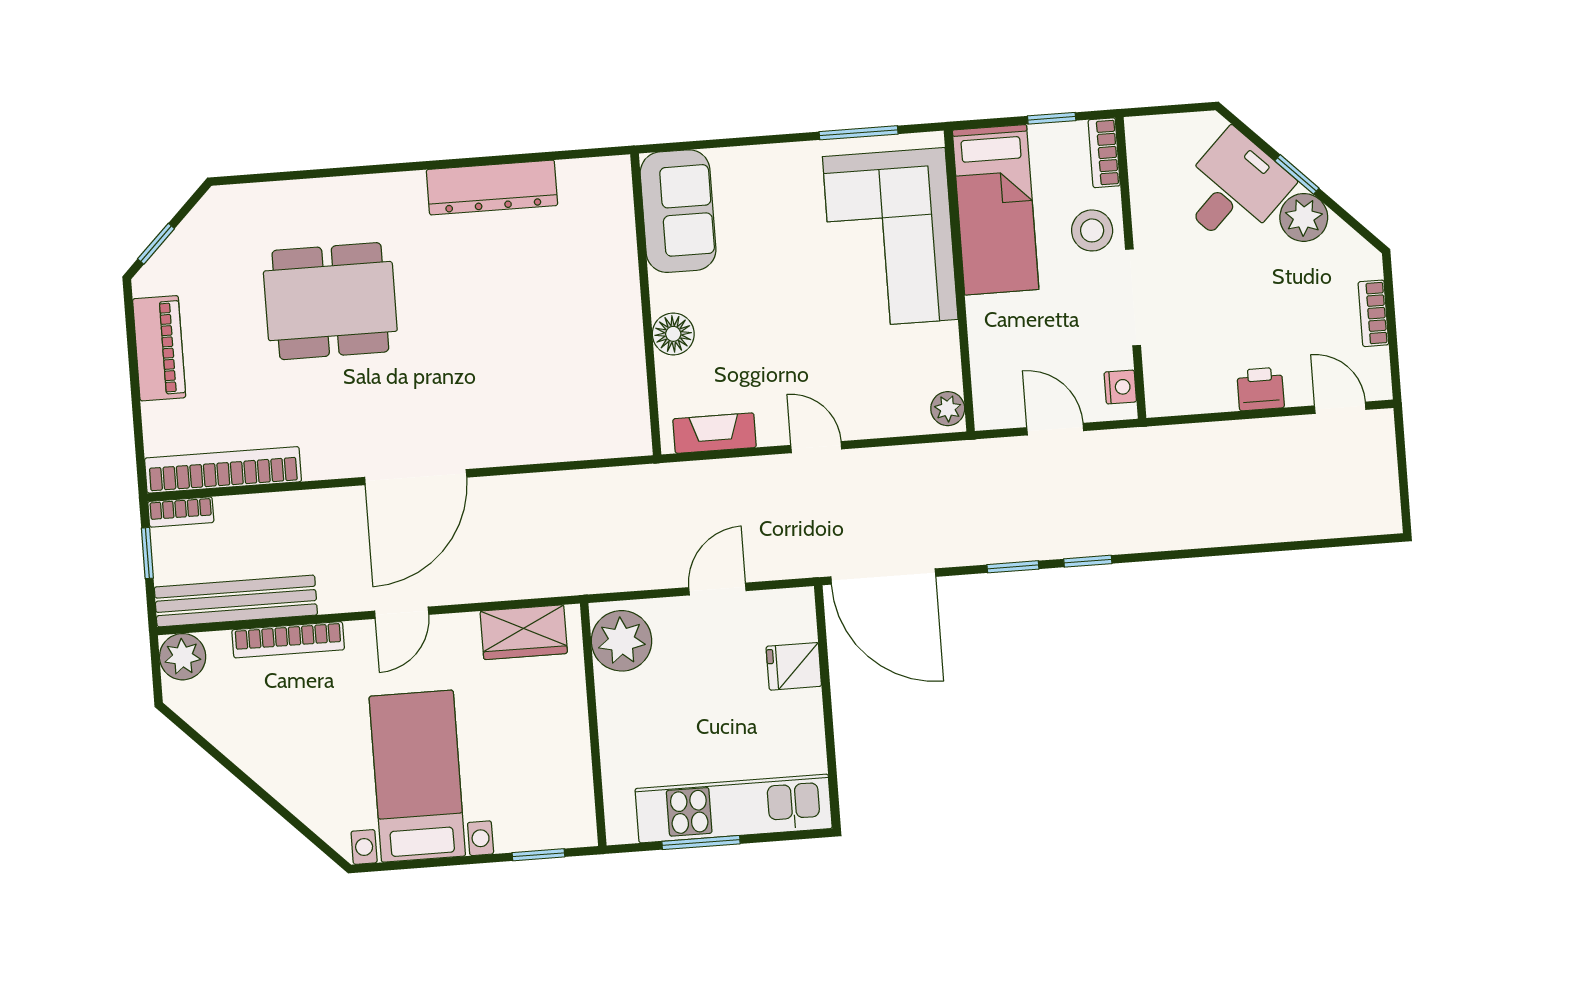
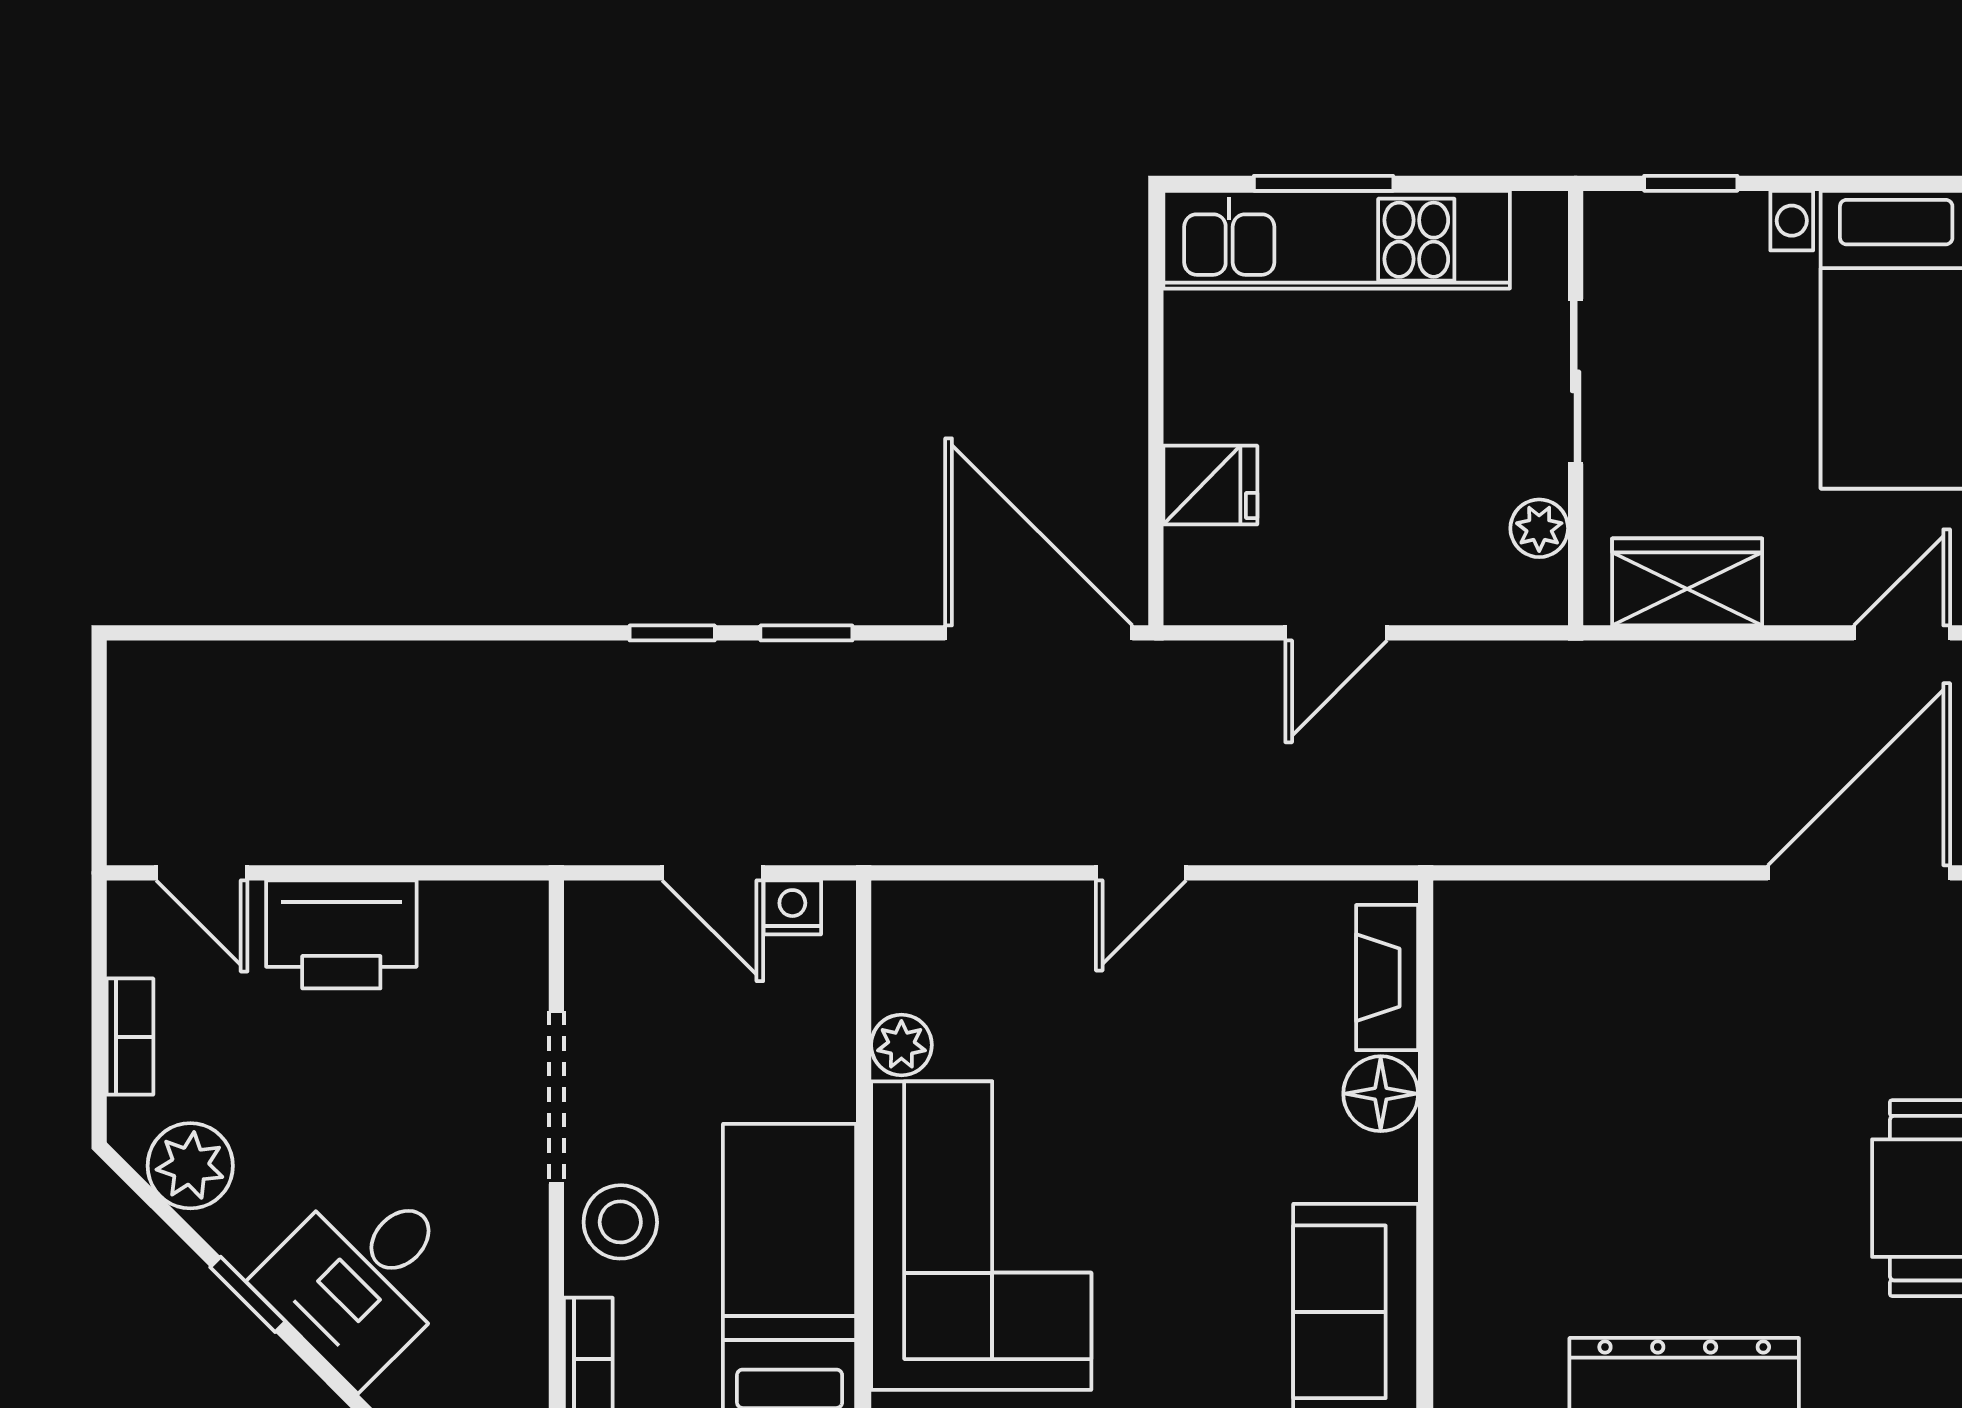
plant: (1304, 217) -> (190, 1166), moved
nightstand: (1120, 387) -> (792, 907), moved, turned 90
printer: (1261, 389) -> (341, 934), width x1.87, depth x1.48
plant: (948, 409) -> (901, 1045), moved
fireplace: (715, 433) -> (1387, 978), moved, turned 90
door: (816, 447) -> (1141, 873), hinge flipped
plant: (622, 641) -> (1539, 528), width x0.53, depth x0.53
sliding door: (594, 739) -> (1576, 381), added
window: (701, 843) -> (1324, 183), moved

